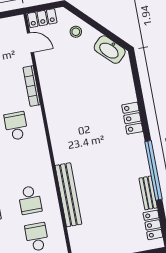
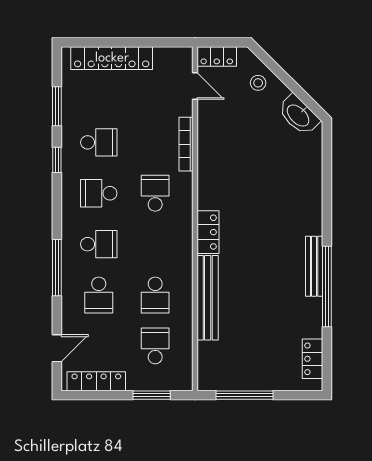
locker: (132, 118) -> (208, 232), moved, turned 180
bench: (148, 193) -> (314, 266), moved, width x1.36

